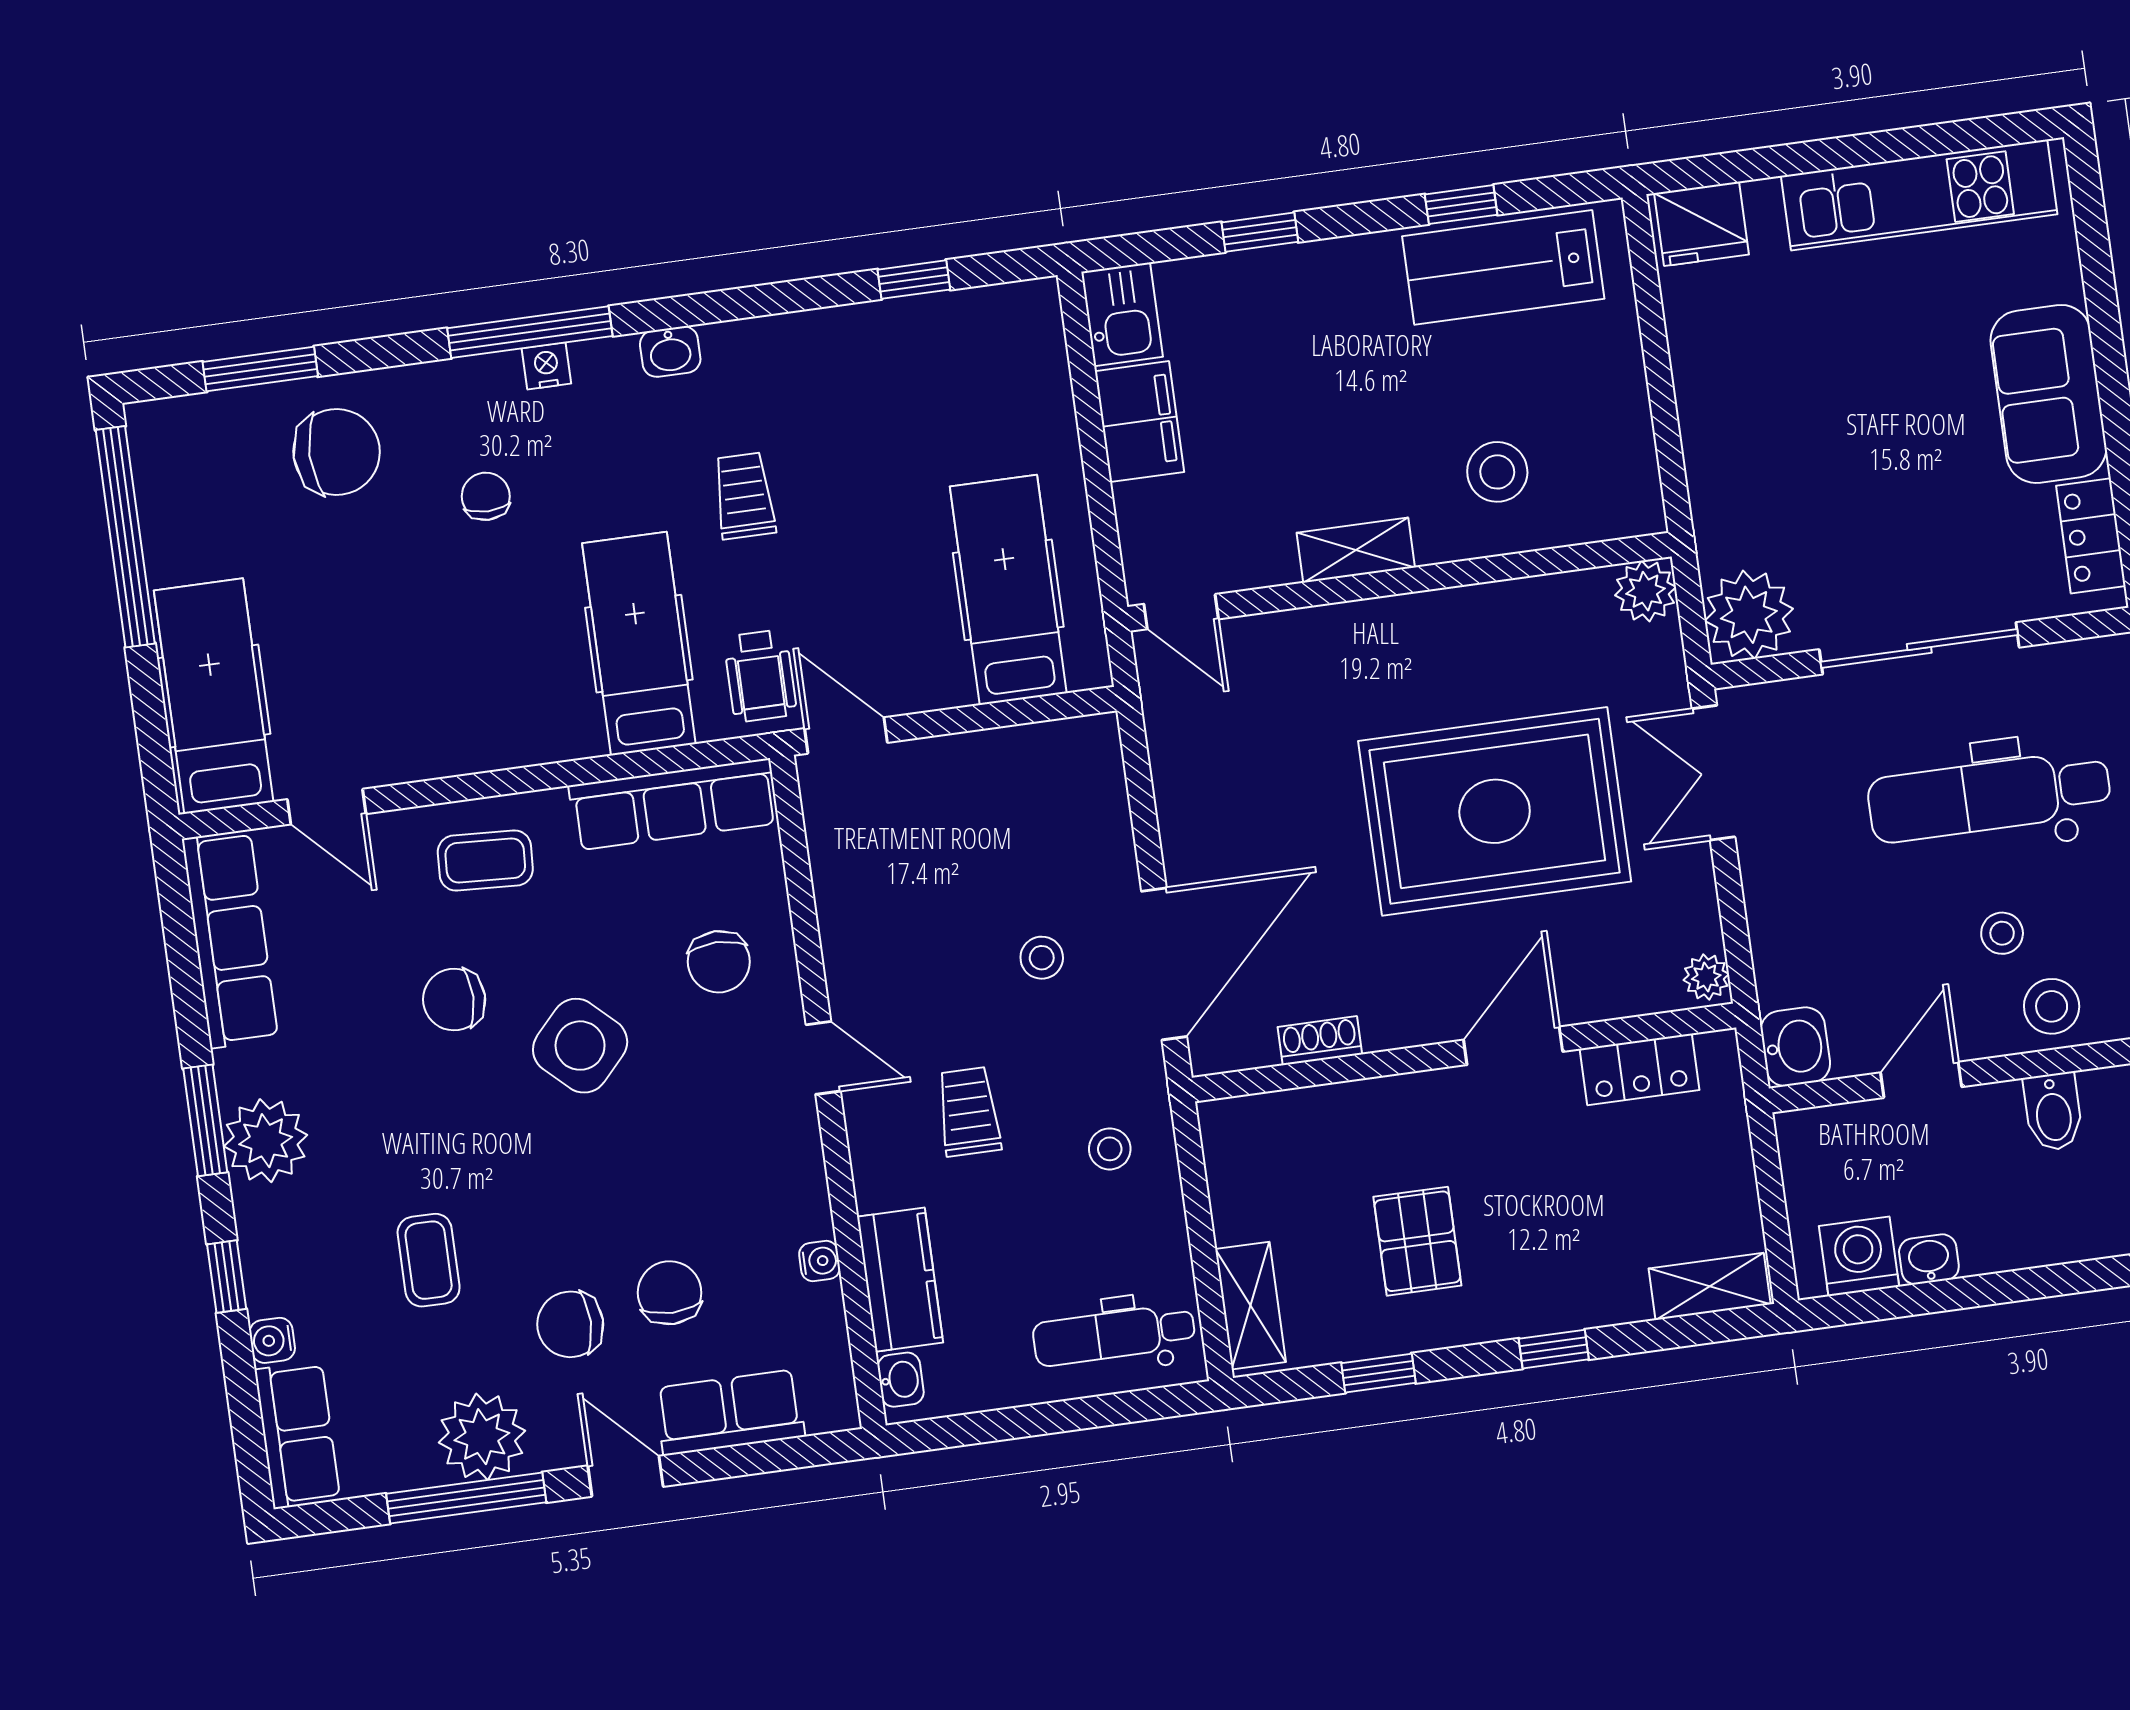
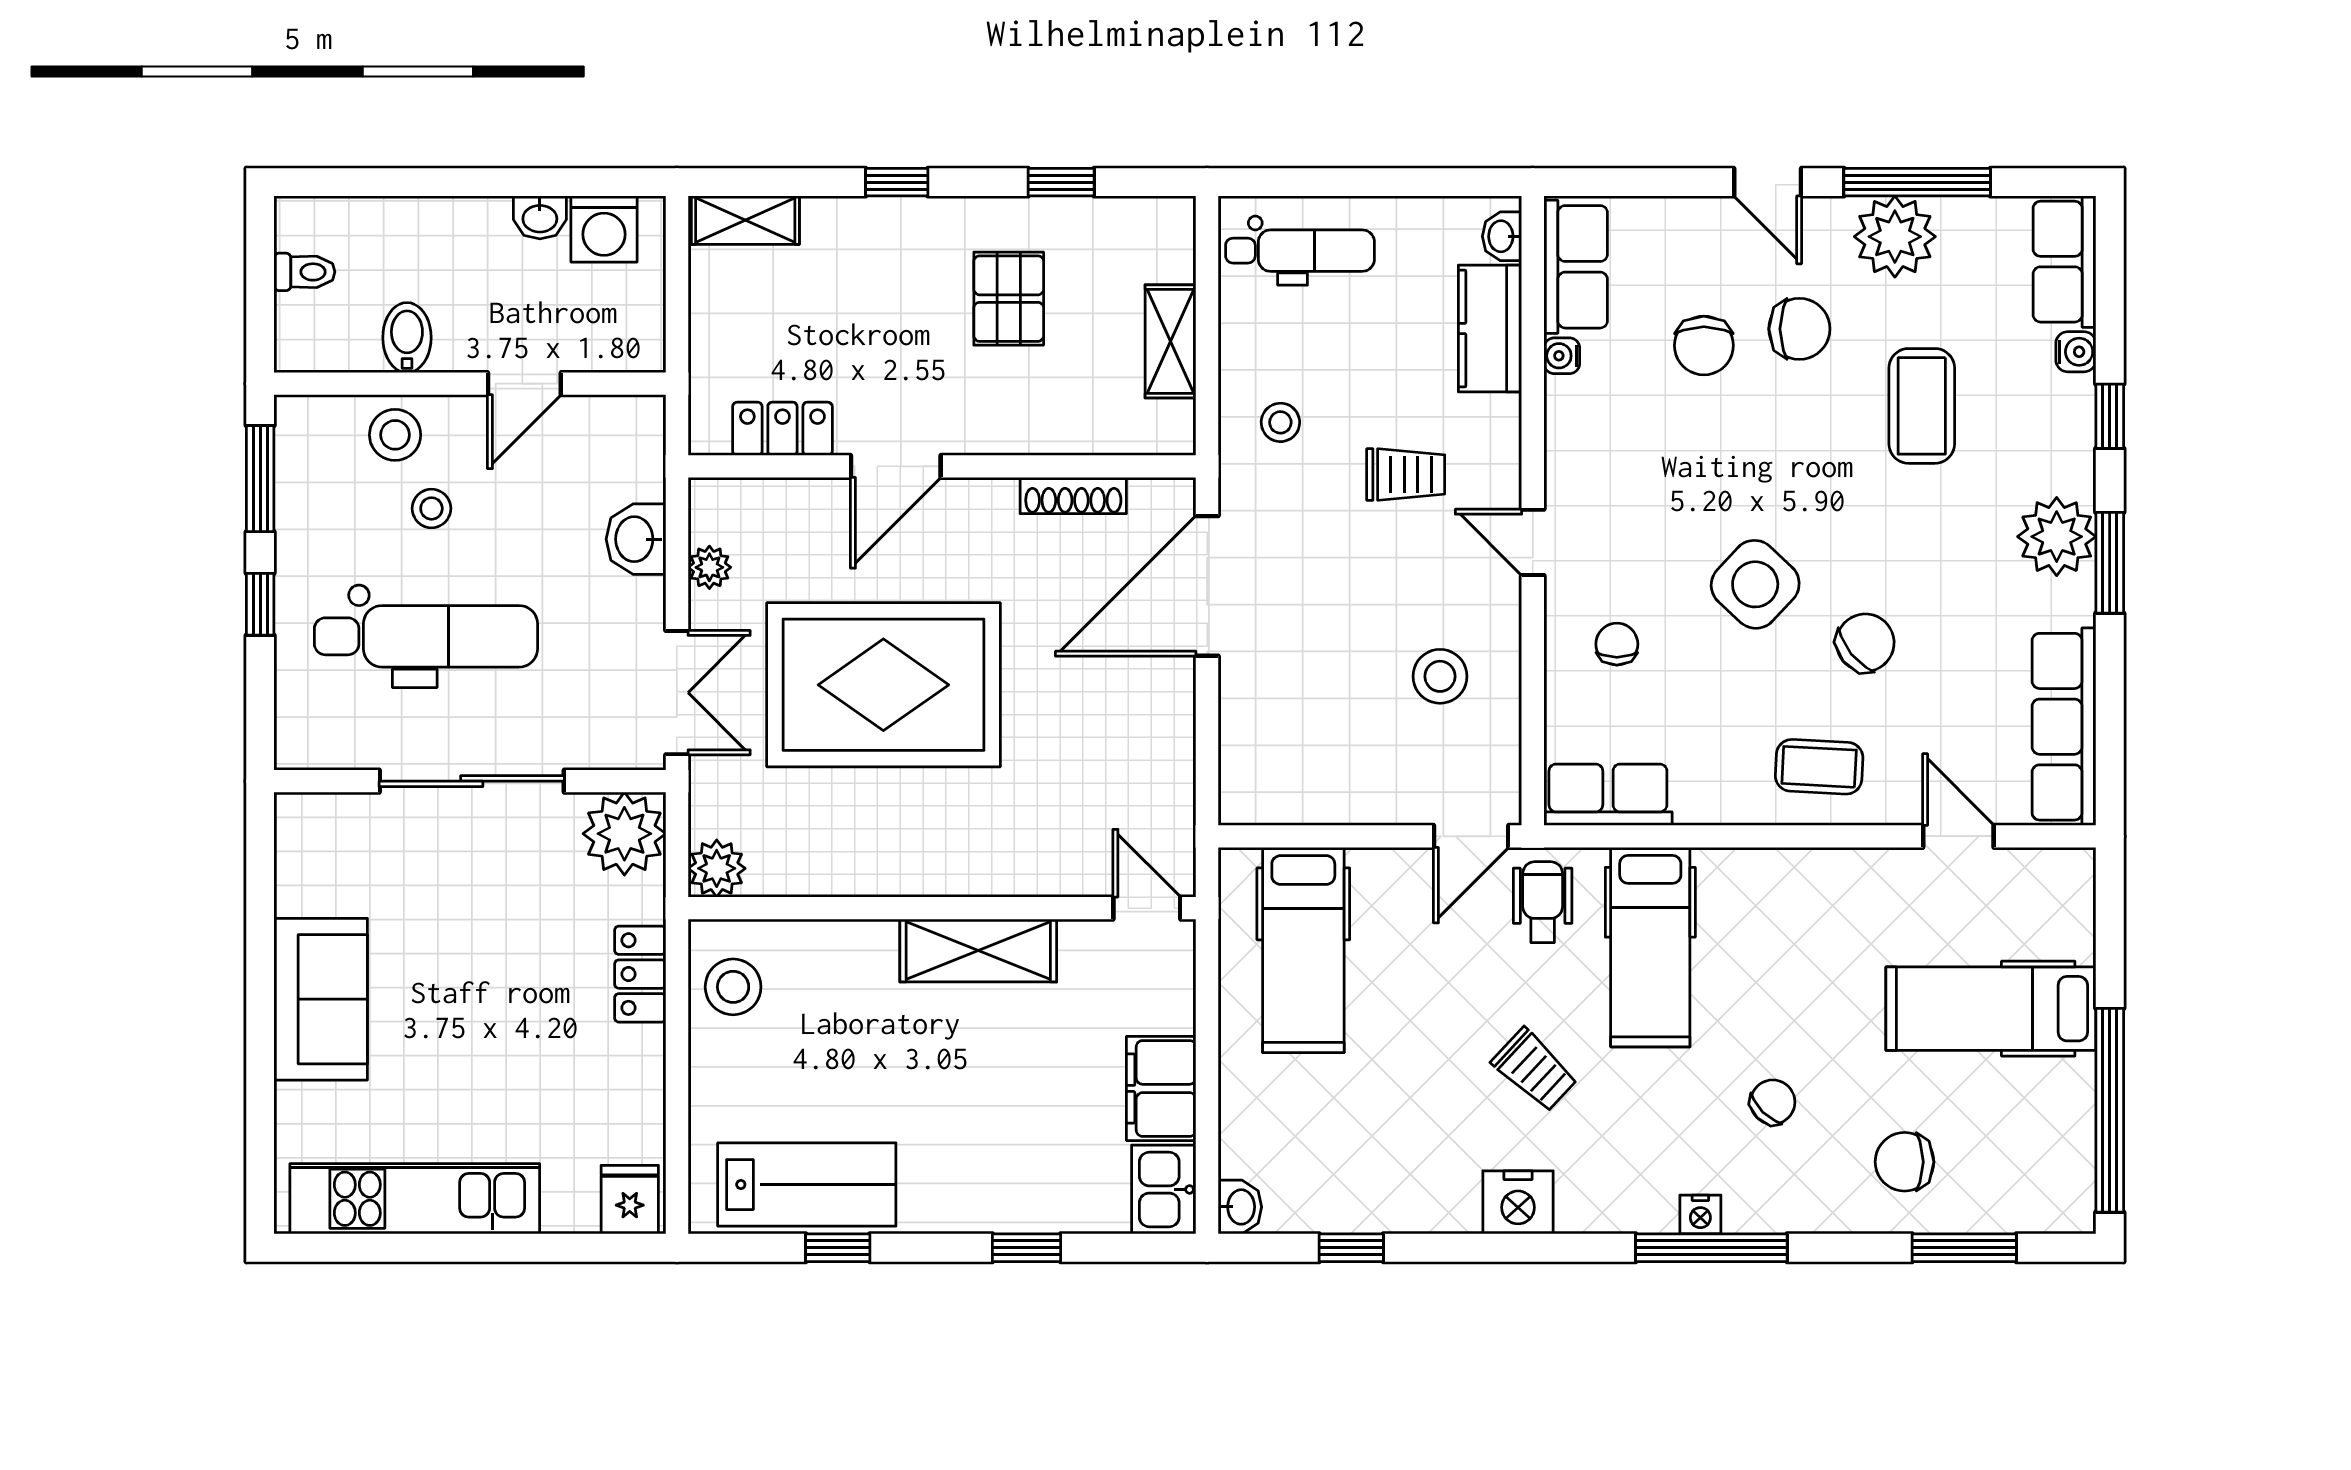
fridge: (1702, 224) -> (630, 1200), width x0.72
washbasin: (670, 352) -> (1240, 1207), moved, turned 90
nightstand: (743, 352) -> (1518, 1202), added
chair: (337, 452) -> (1905, 1162), width x0.73, depth x0.73
stool: (1497, 472) -> (733, 987), moved
chair: (486, 496) -> (1773, 1102), turned -135
trolley: (744, 496) -> (1535, 1070), turned -47
locker: (2091, 536) -> (640, 974), moved, turned 180
shelving: (1356, 550) -> (978, 951), width x1.50, depth x1.33
hospital bed: (214, 696) -> (1991, 1009), moved, turned 90
door: (846, 736) -> (1471, 836), hinge flipped
row of seats: (674, 804) -> (1608, 795), width x0.68
stool: (1042, 958) -> (1440, 676), moved, width x1.37, depth x1.37
chair: (719, 962) -> (1617, 644), width x0.73, depth x0.73
plant: (1706, 977) -> (709, 567), moved
chair: (454, 1000) -> (1865, 643), turned -39
shoe rack: (1320, 1041) -> (1073, 496), width x1.43
washbasin: (1795, 1047) -> (636, 539), moved
trolley: (969, 1112) -> (1406, 474), turned -90
coffee table: (429, 1260) -> (1922, 406), width x1.36, depth x1.30
shelving: (1251, 1306) -> (1171, 341), moved
row of seats: (730, 1412) -> (1576, 267), moved, turned -90

